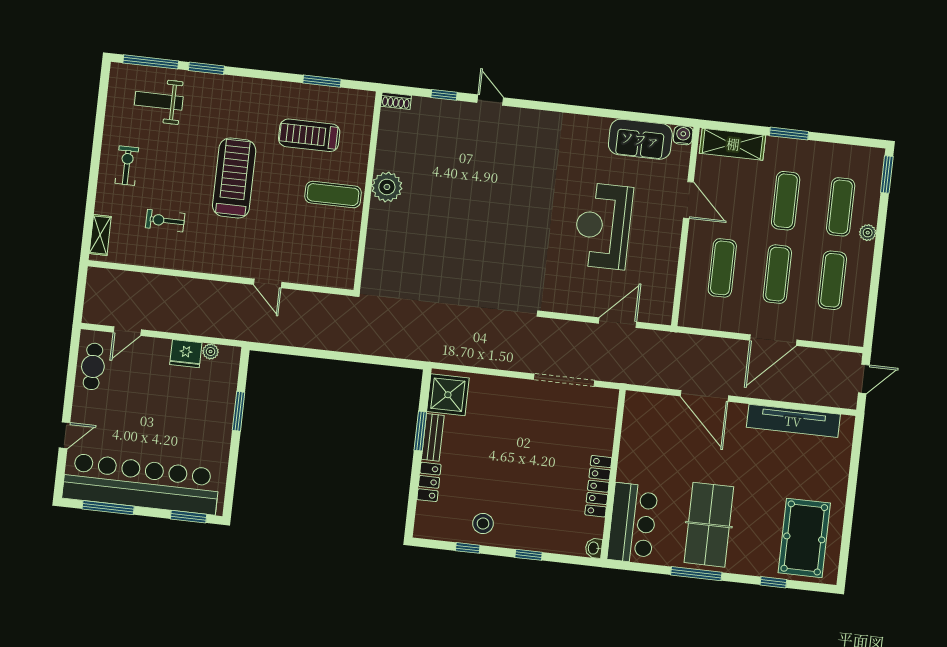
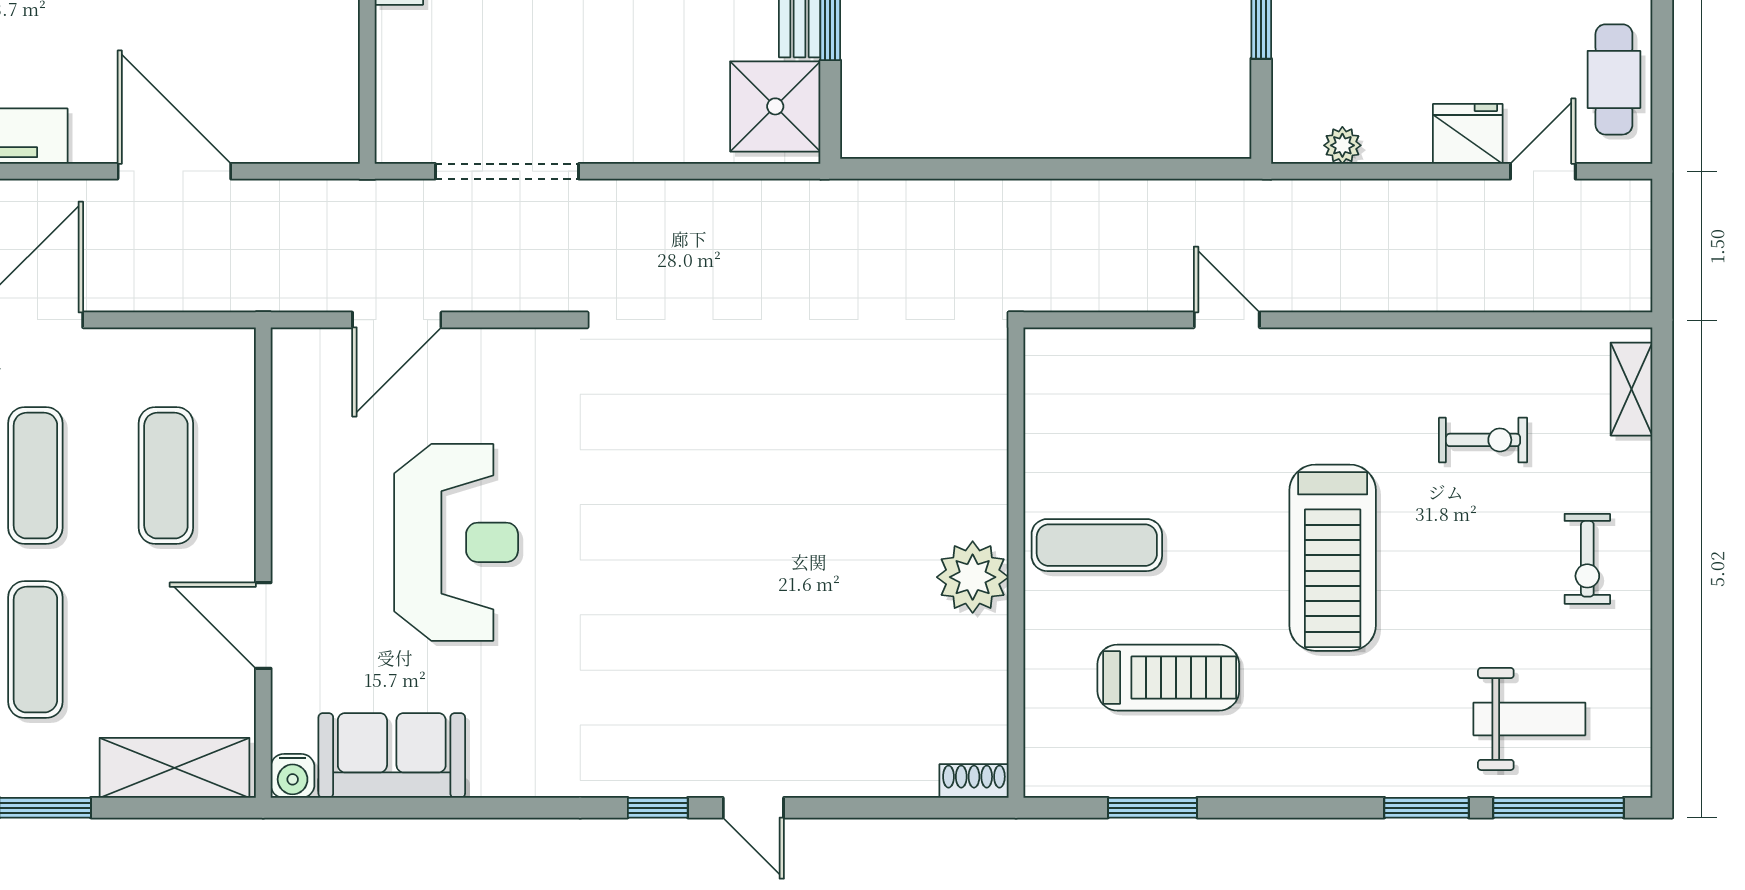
window: (444, 95) -> (658, 808), moved
fridge: (186, 354) -> (1468, 134), moved

